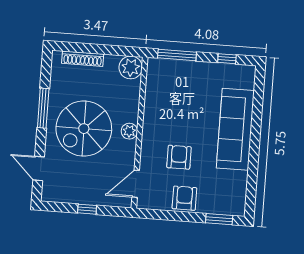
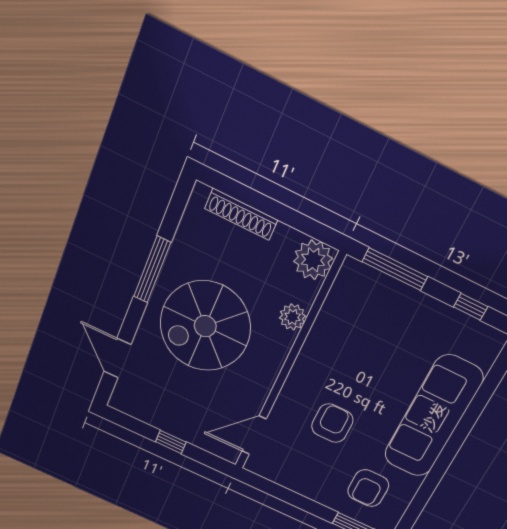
plant: (129, 131) -> (292, 317), moved
armchair: (184, 198) -> (368, 488), moved, turned 180

